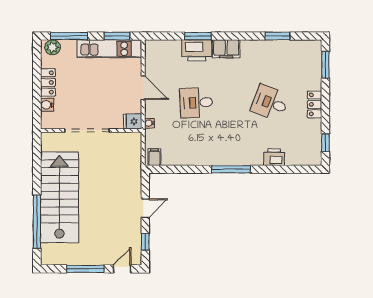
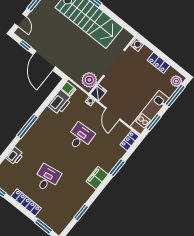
locker: (158, 46) -> (129, 141), added
printer: (197, 50) -> (60, 102), moved, turned 180
door: (143, 88) -> (113, 114), hinge flipped
desk: (270, 103) -> (47, 178), turned -30
locker: (315, 104) -> (26, 202), width x1.53
water cooler: (47, 105) -> (137, 45), moved
plant: (127, 142) -> (89, 80), added
door: (145, 208) -> (44, 61), width x1.87

